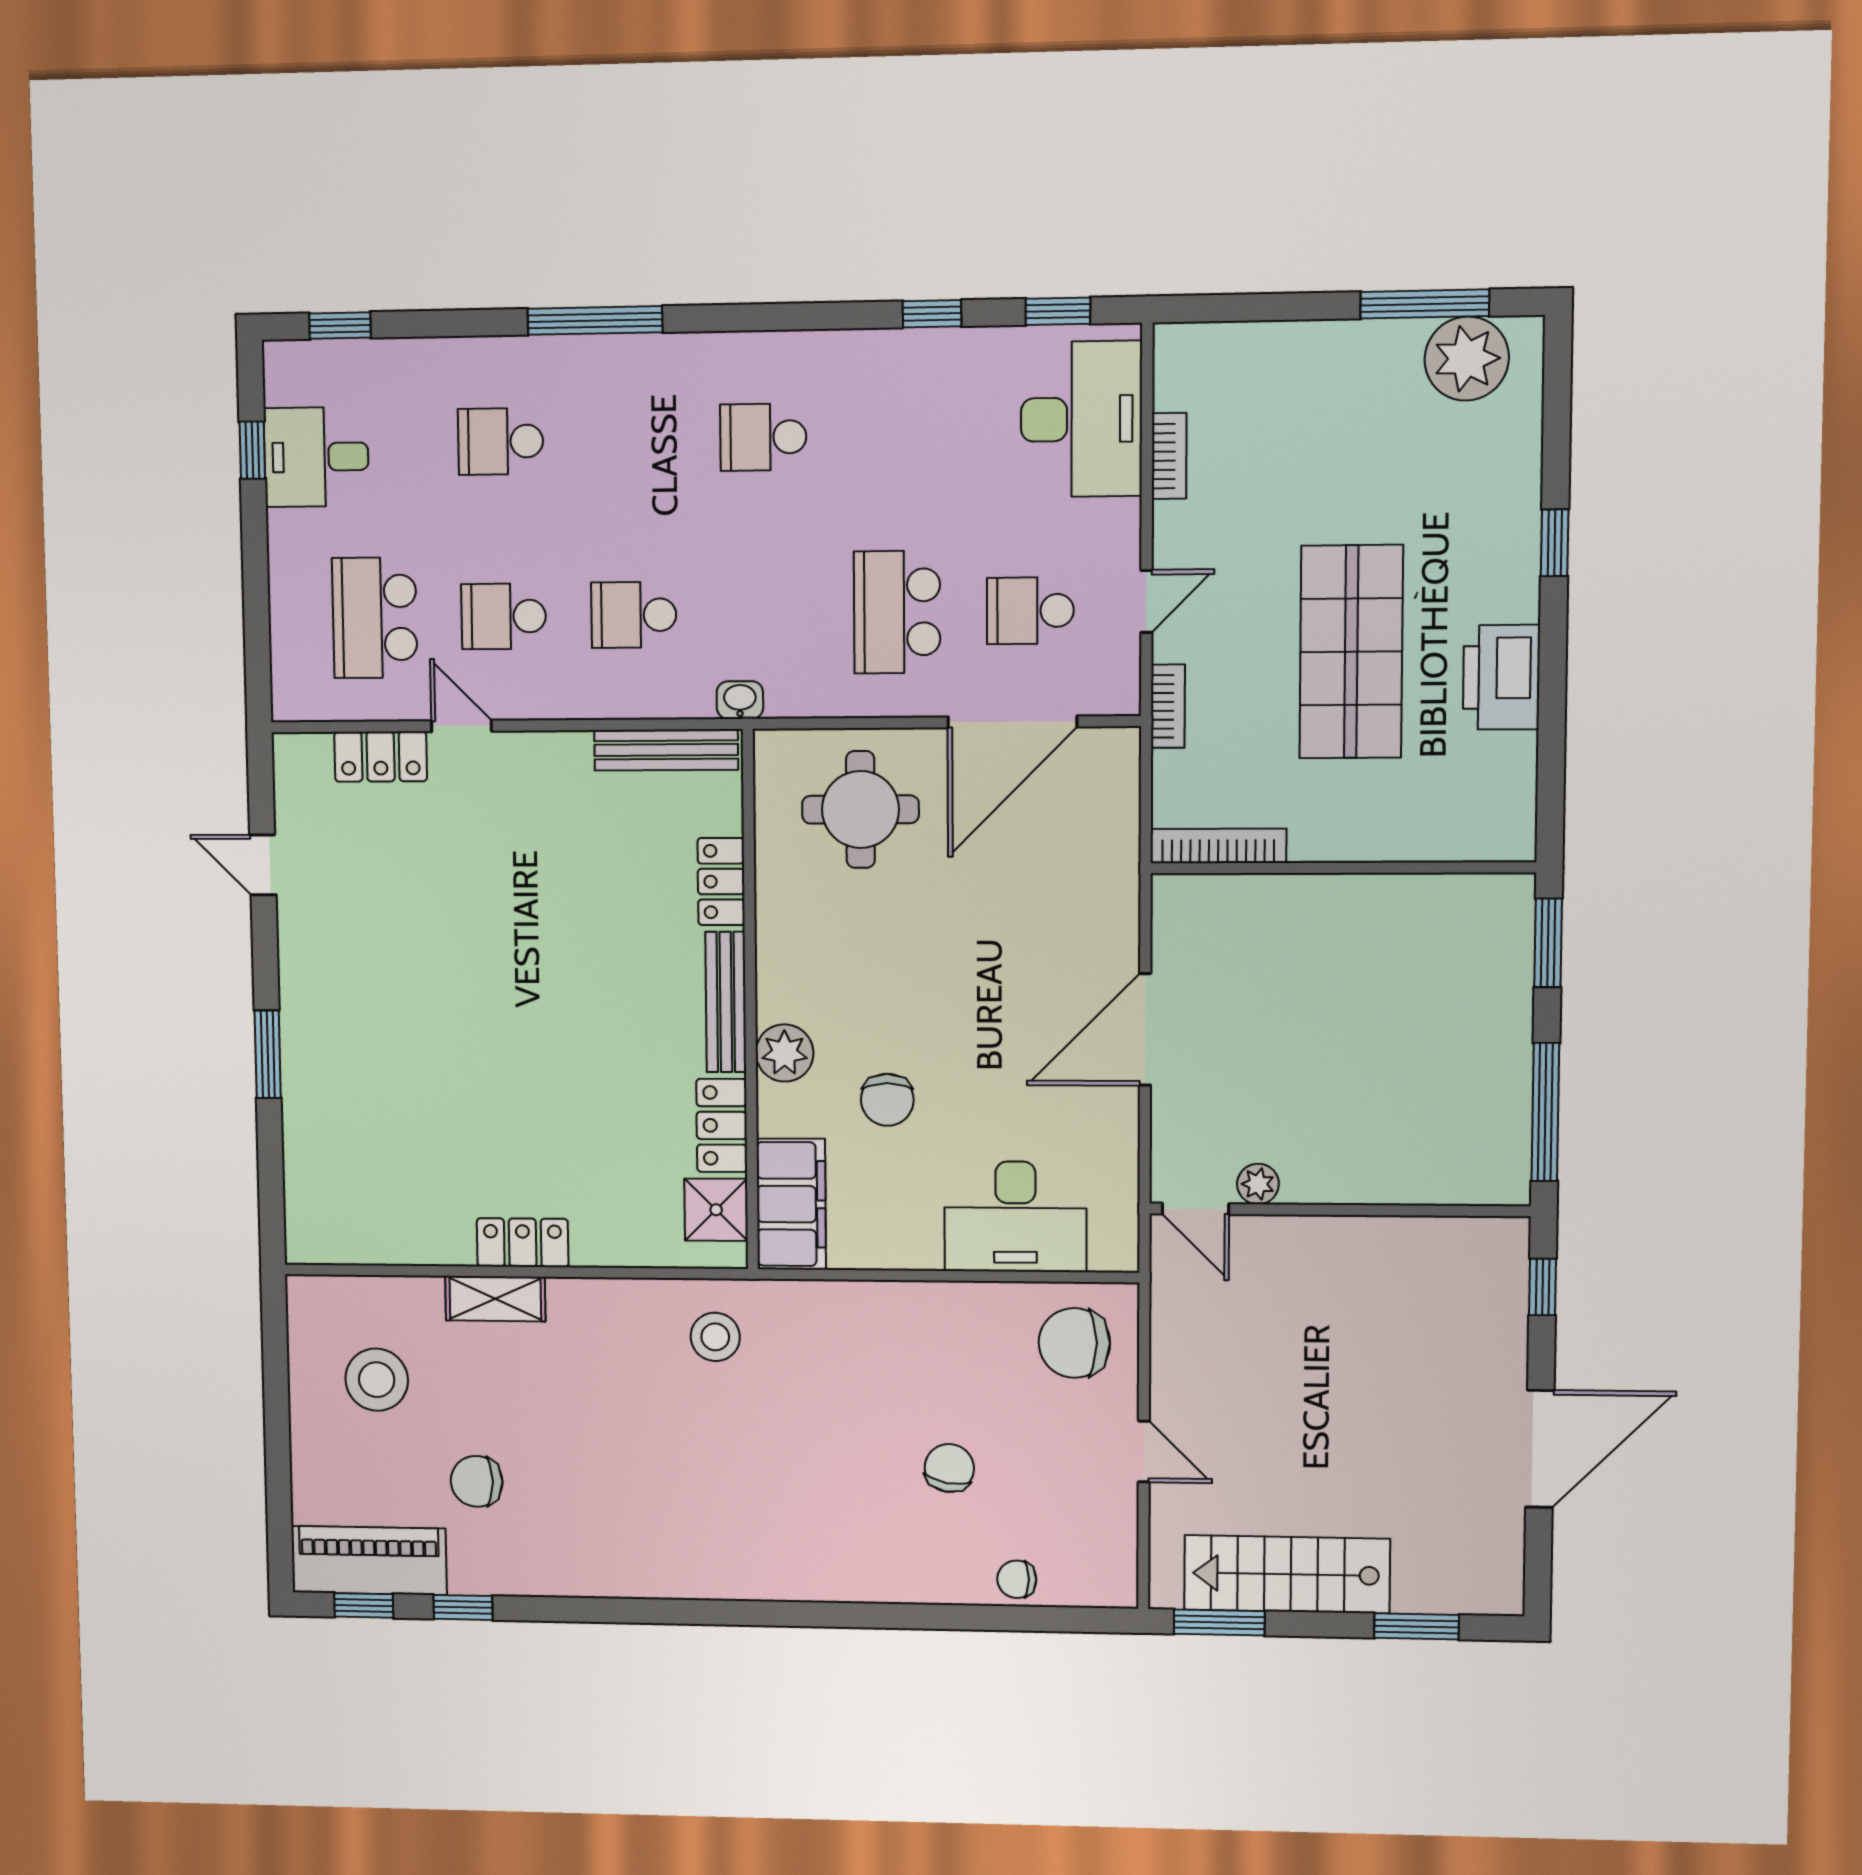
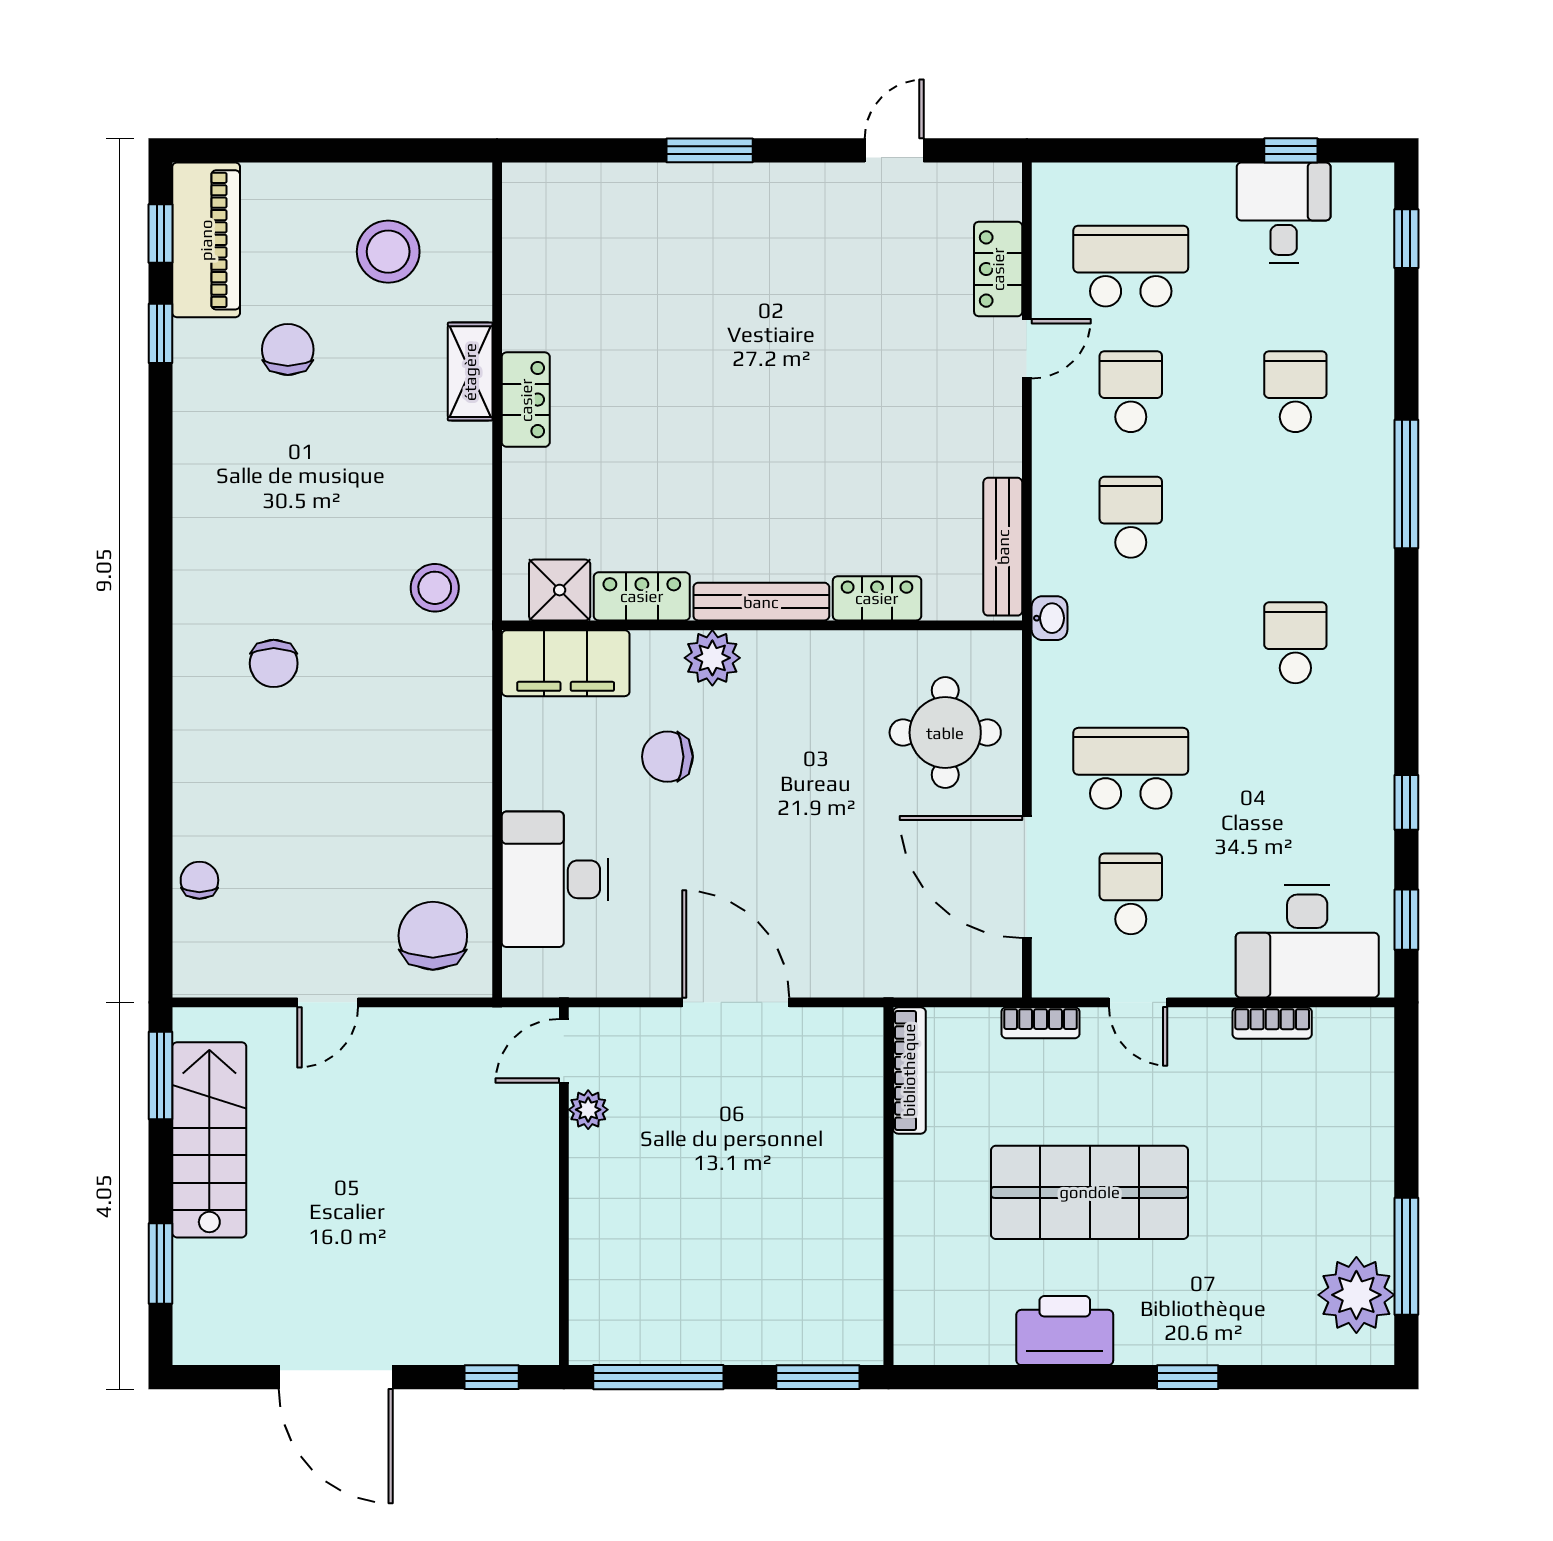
chair: (949, 1468) -> (274, 663), moved, turned 80

